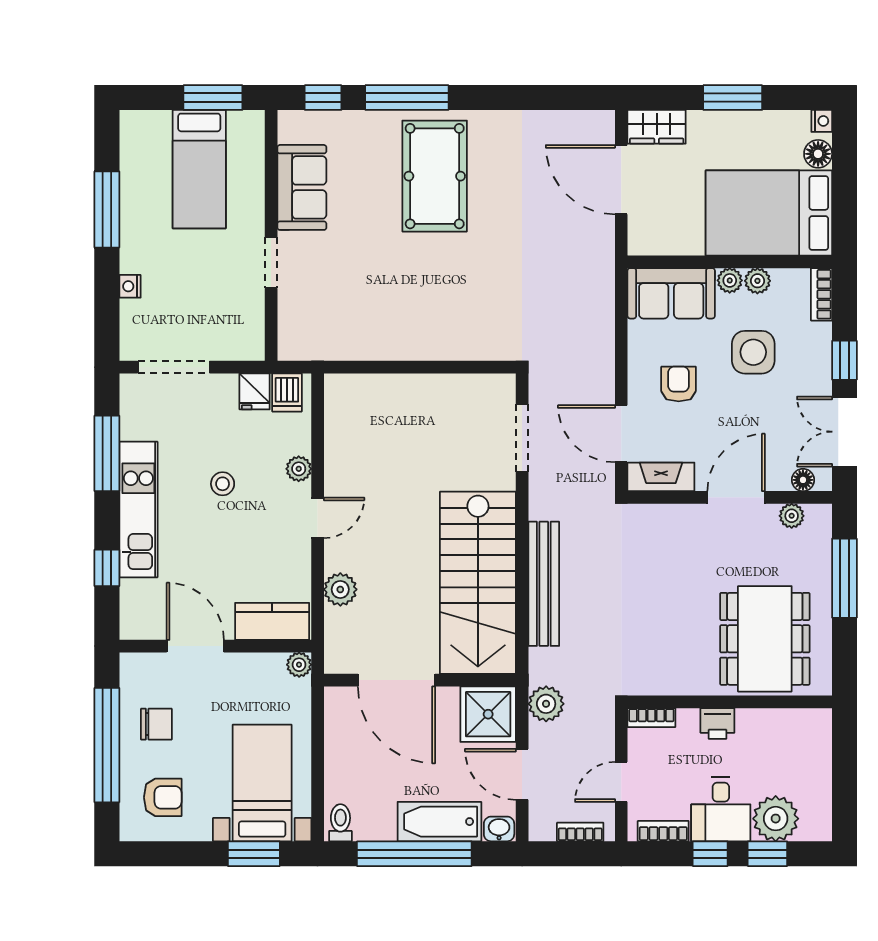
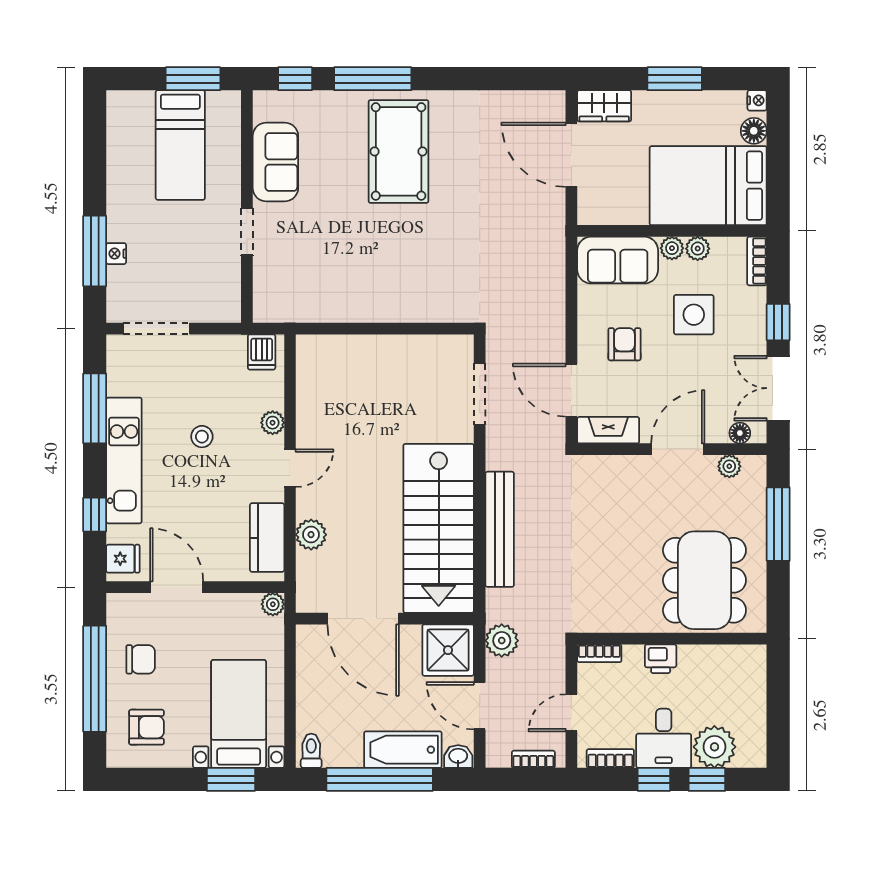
window: (107, 209) -> (95, 251), moved
fridge: (255, 391) -> (123, 559), moved, turned -90
kitchen counter: (272, 621) -> (267, 538), moved, turned -90

